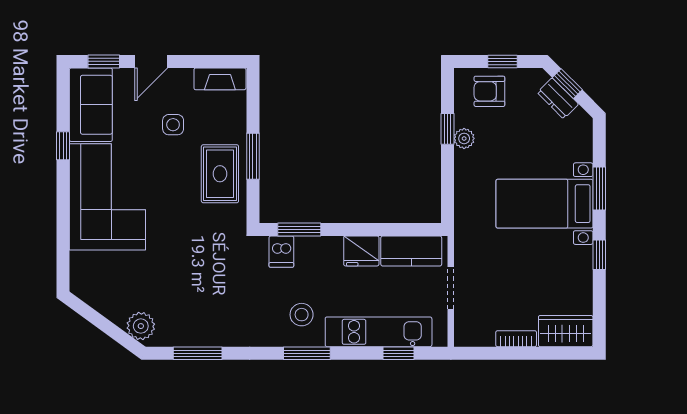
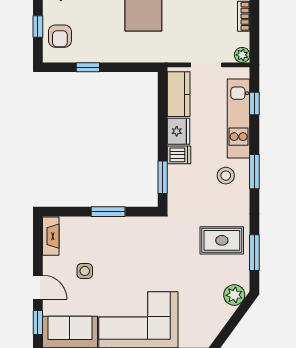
plant: (464, 138) -> (242, 55), moved
rug: (220, 174) -> (222, 240), moved
dishwasher: (281, 252) -> (179, 155), moved

